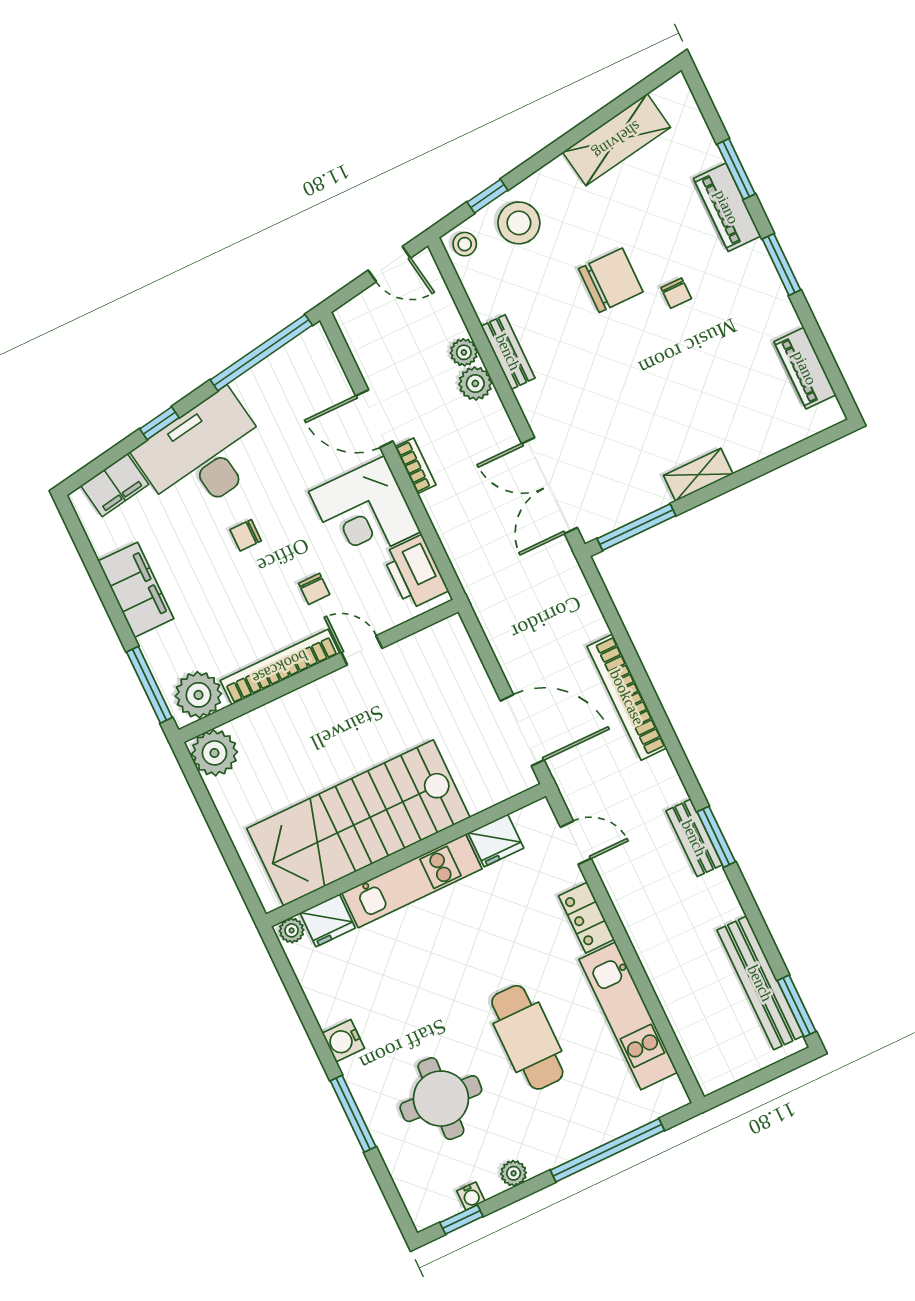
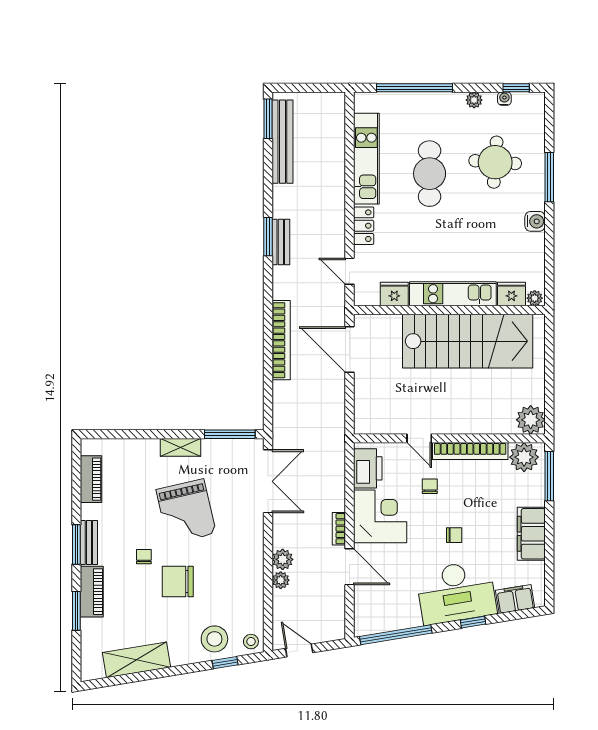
bench: (508, 352) -> (89, 542), moved
grand piano: (646, 387) -> (186, 511), added

